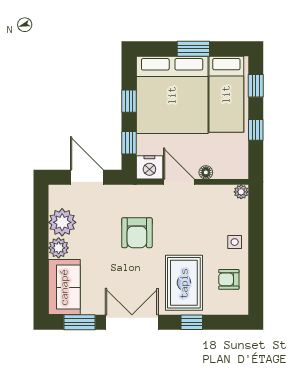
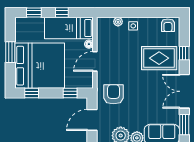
bed: (226, 94) -> (69, 28), moved, turned 180
window: (129, 101) -> (32, 93), moved
nightstand: (149, 167) -> (86, 80), removed
plant: (241, 192) -> (118, 22), moved
armchair: (137, 233) -> (113, 94), moved, turned -90
armchair: (229, 279) -> (168, 25), moved

